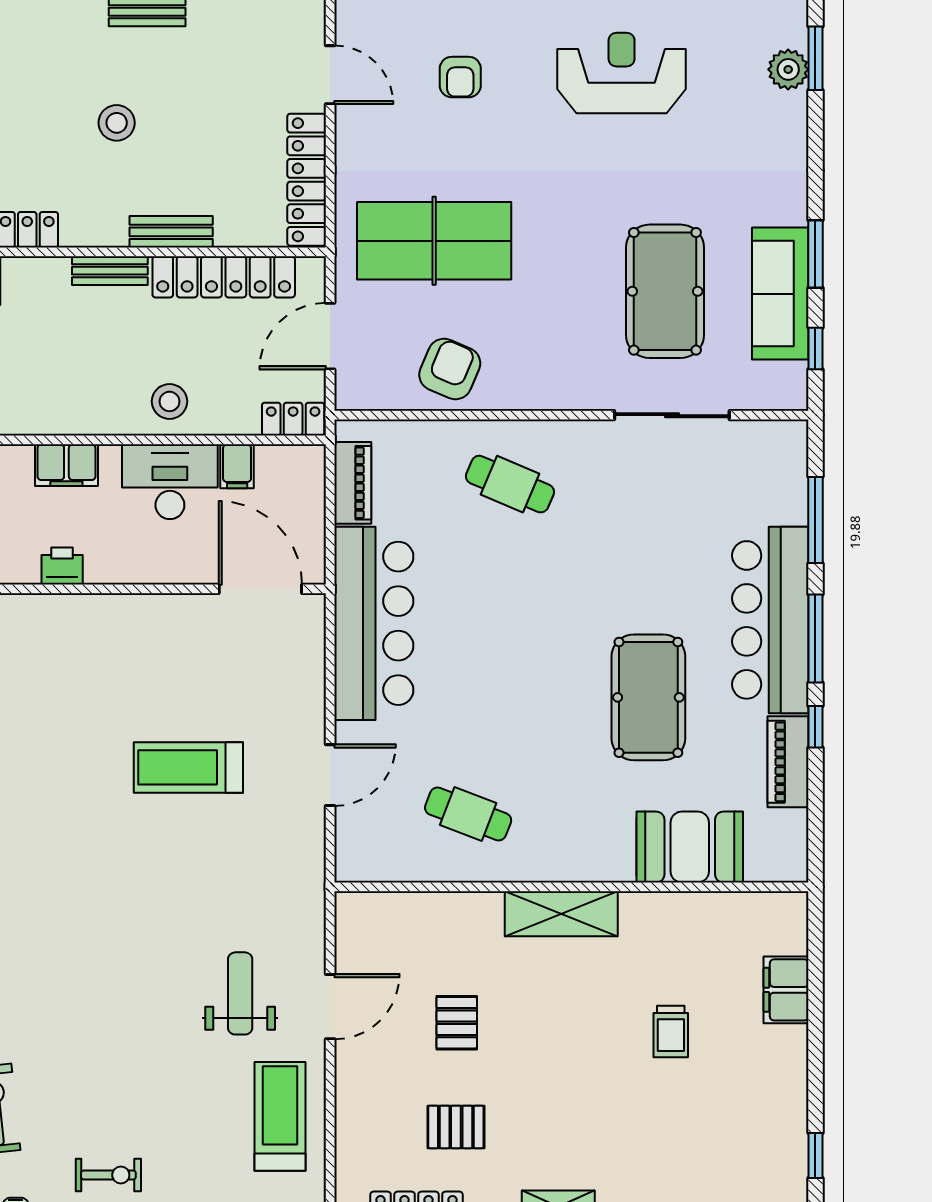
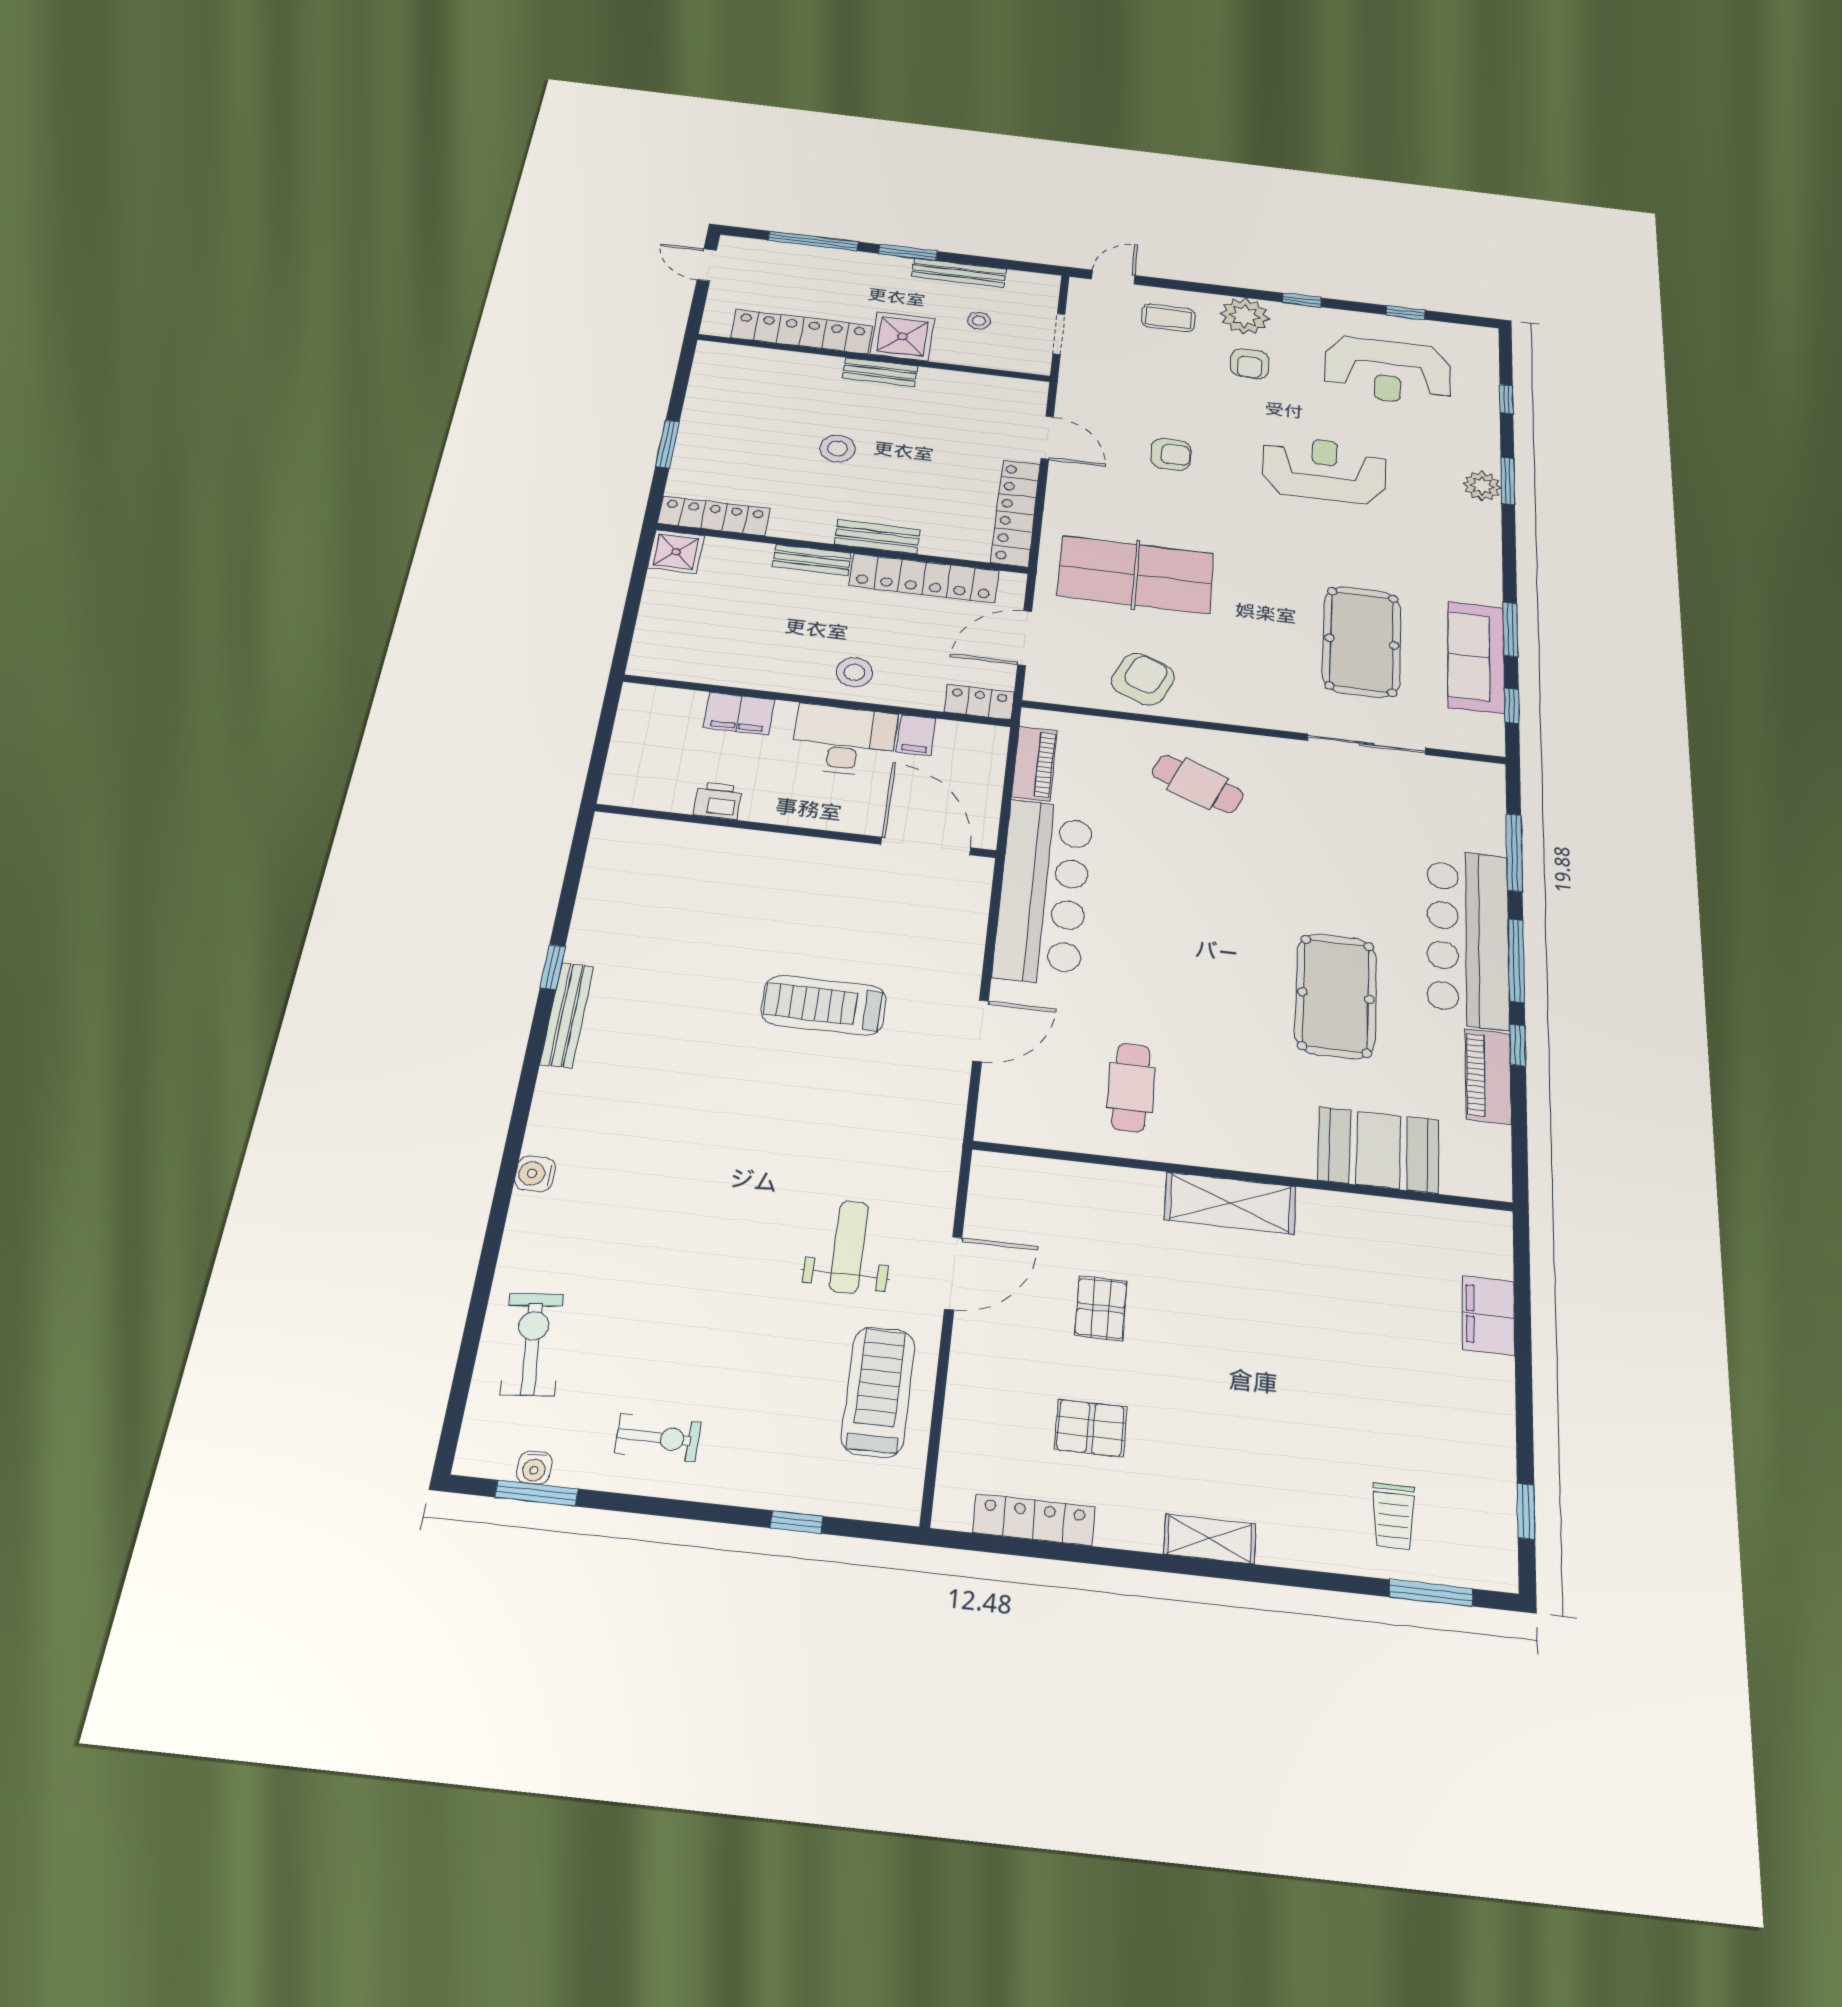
armchair: (460, 77) -> (1171, 454), turned -90
cafe table: (468, 814) -> (1131, 1087), turned 69
trolley: (671, 1031) -> (1393, 1516), moved

